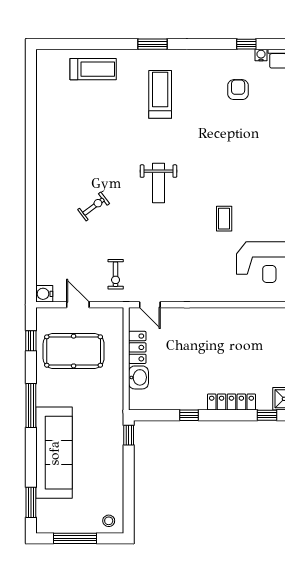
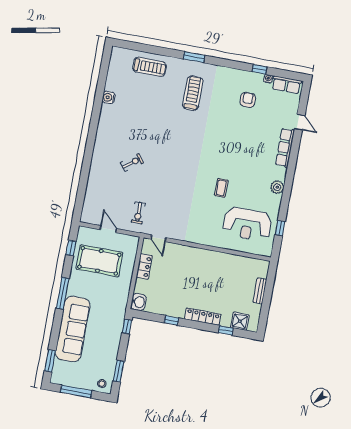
weight bench: (158, 183) -> (180, 155), removed
water cooler: (44, 294) -> (109, 97), moved
washbasin: (138, 377) -> (138, 302), moved
window: (129, 499) -> (119, 371), added

